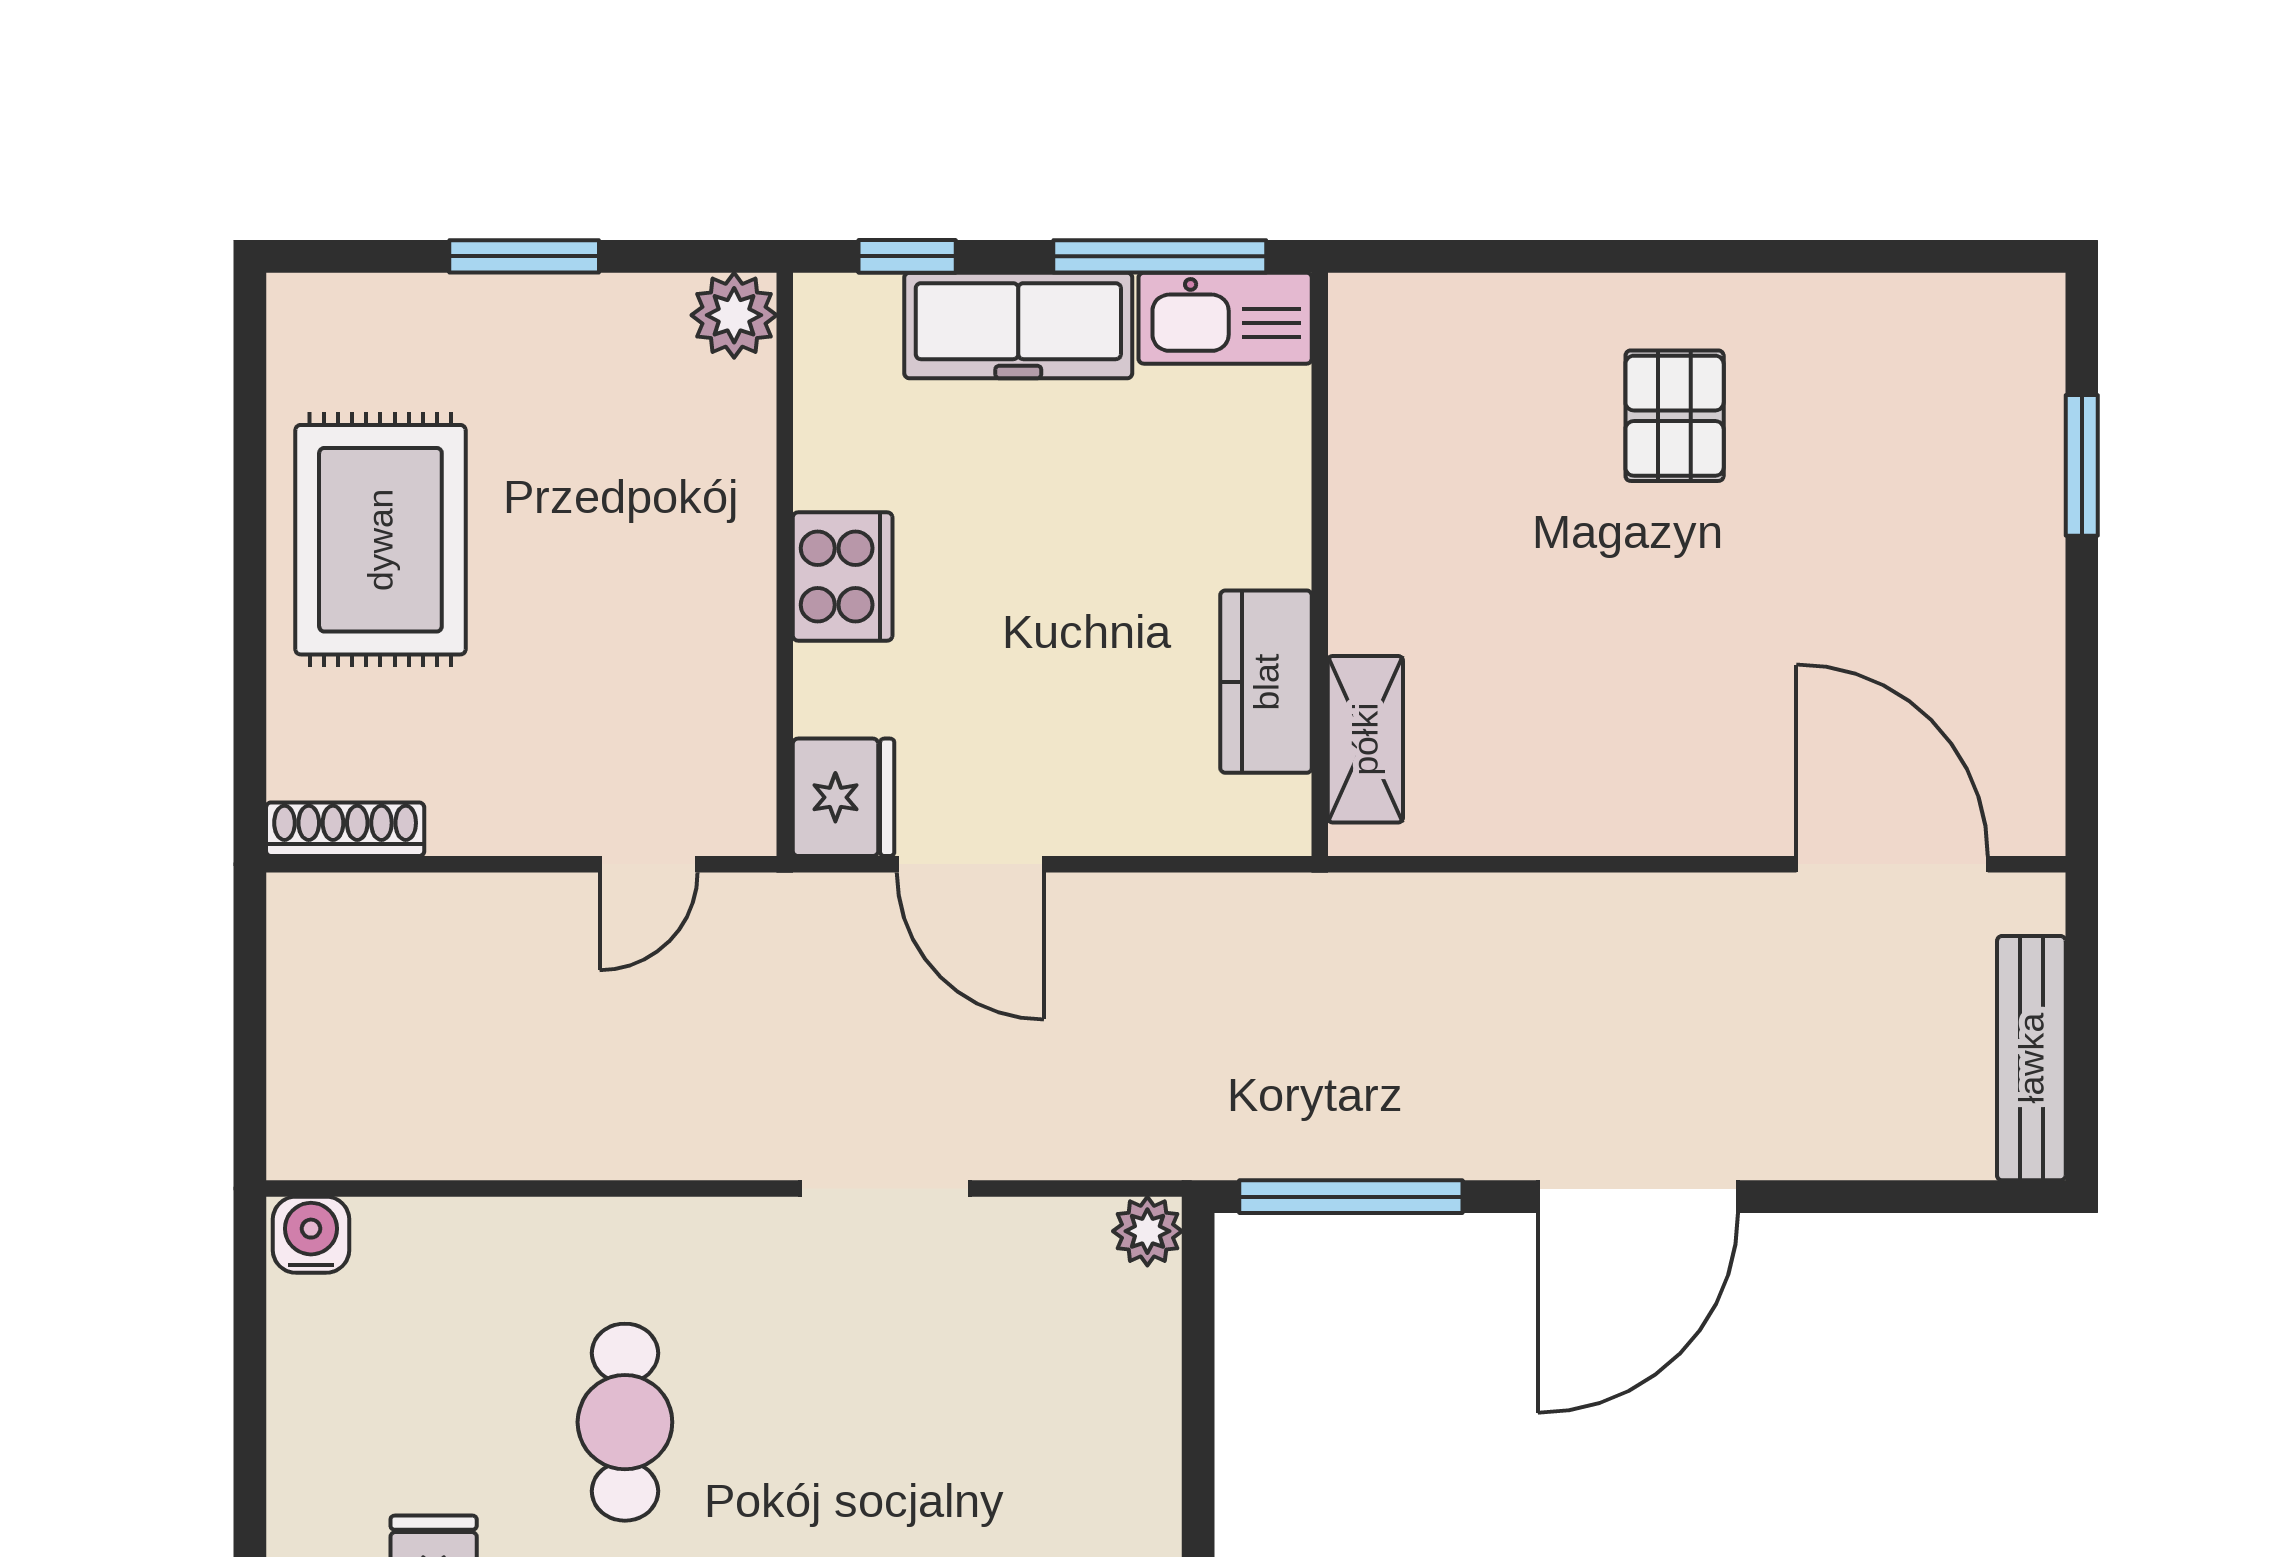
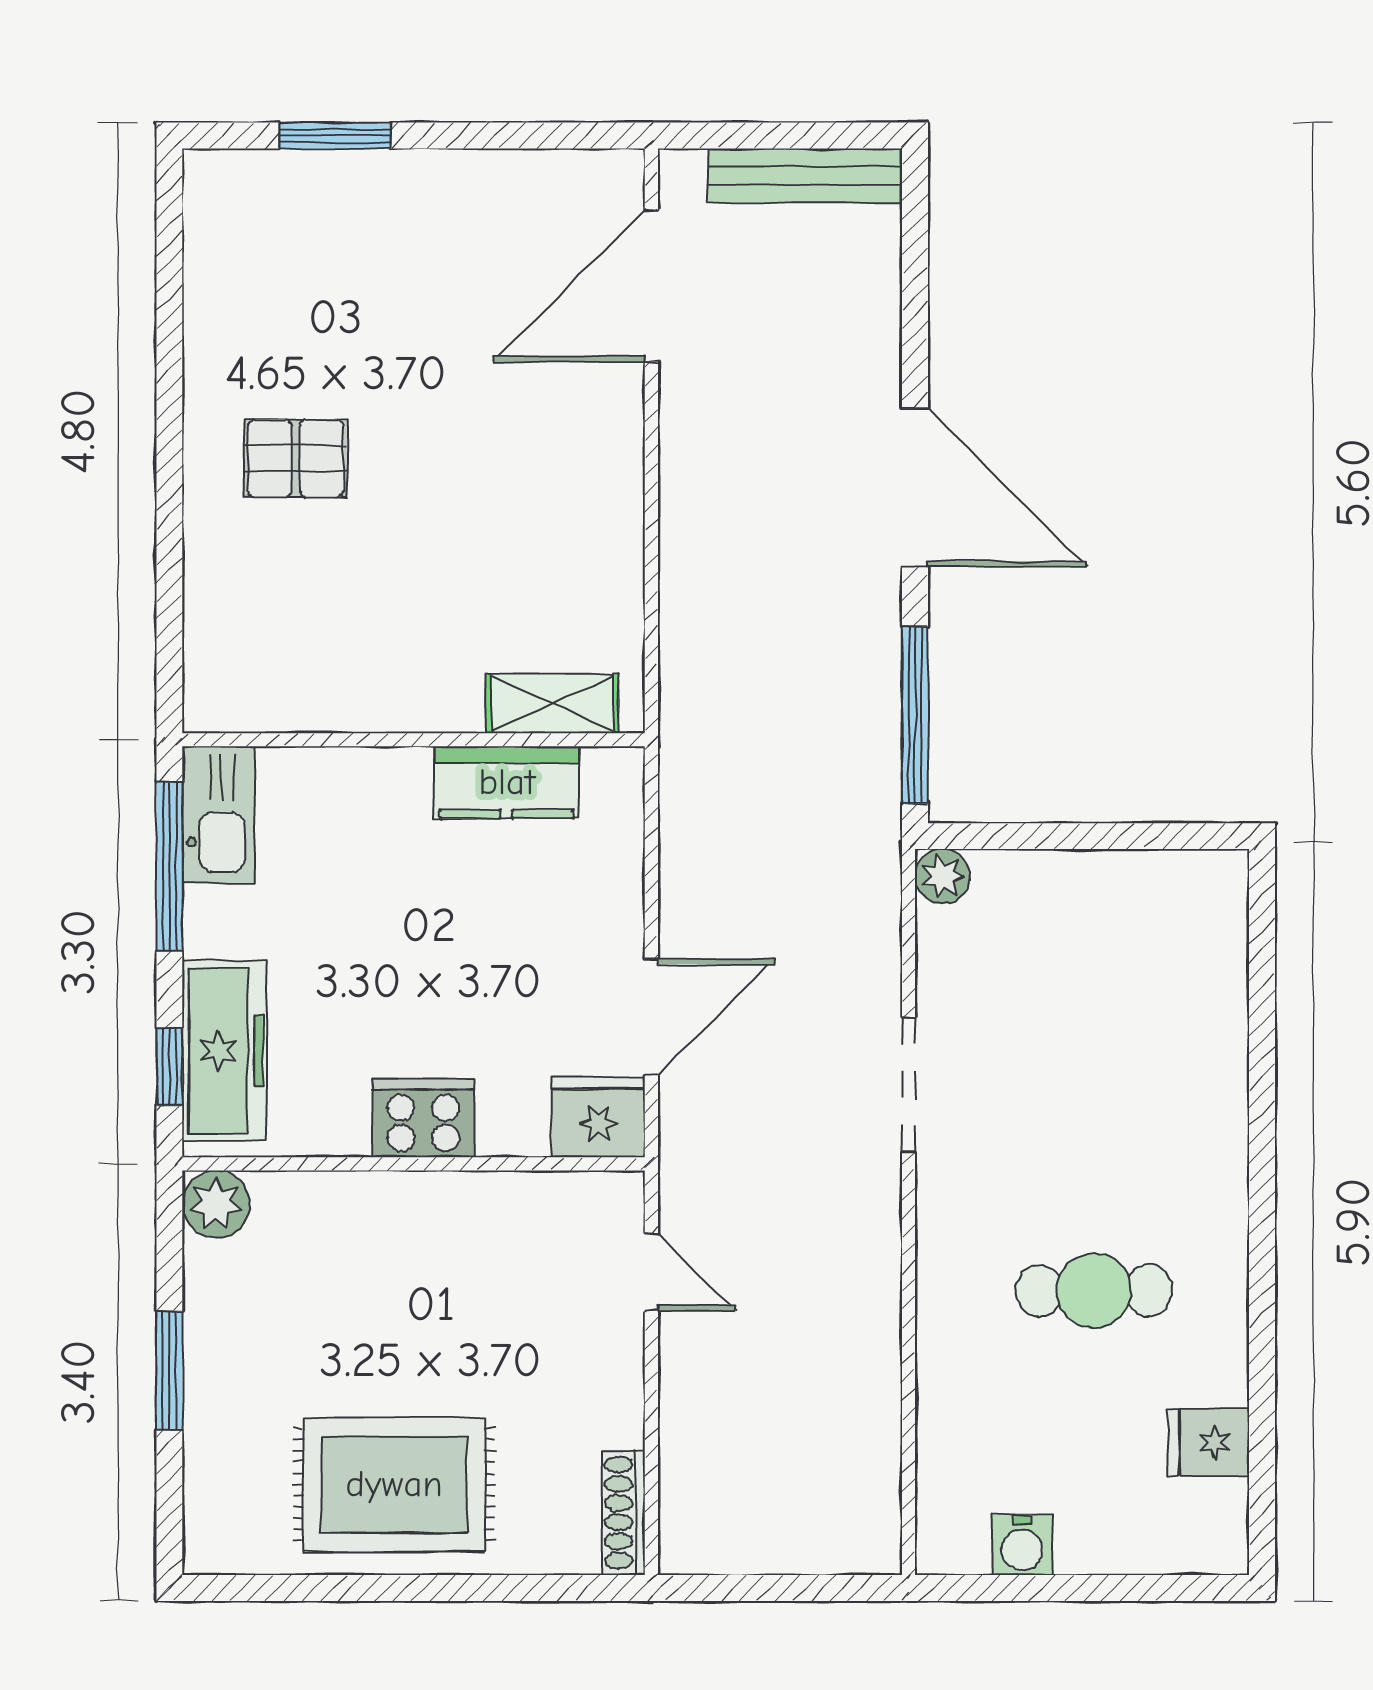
freezer: (1018, 325) -> (224, 1051), moved
water cooler: (311, 1235) -> (1022, 1545), moved, turned -90

